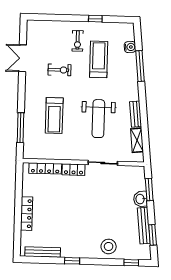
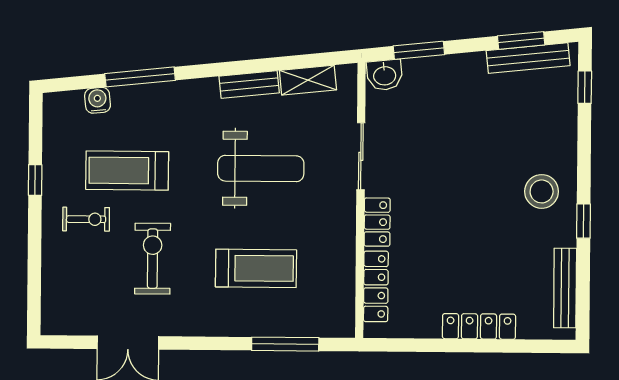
exercise bike: (59, 70) -> (153, 259), width x1.38, depth x1.39
washbasin: (140, 199) -> (385, 75), moved
bench: (144, 226) -> (528, 58), moved
stool: (109, 246) -> (542, 191), moved

